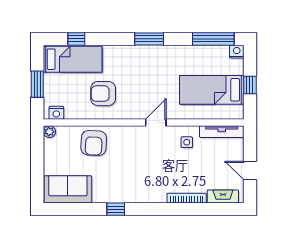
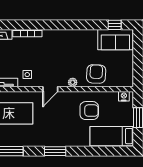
window: (76, 39) -> (109, 151), removed
plant: (49, 132) -> (73, 82), moved
window: (116, 209) -> (115, 25), moved

